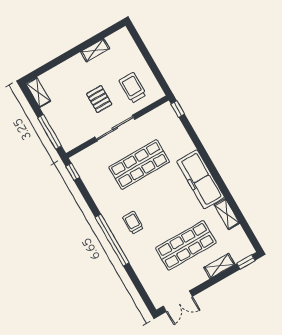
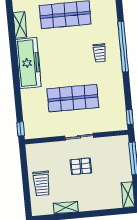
trolley: (133, 88) -> (41, 183), moved
pallet: (99, 99) -> (81, 166), turned 90
sliding door: (115, 128) -> (79, 137), width x0.73

